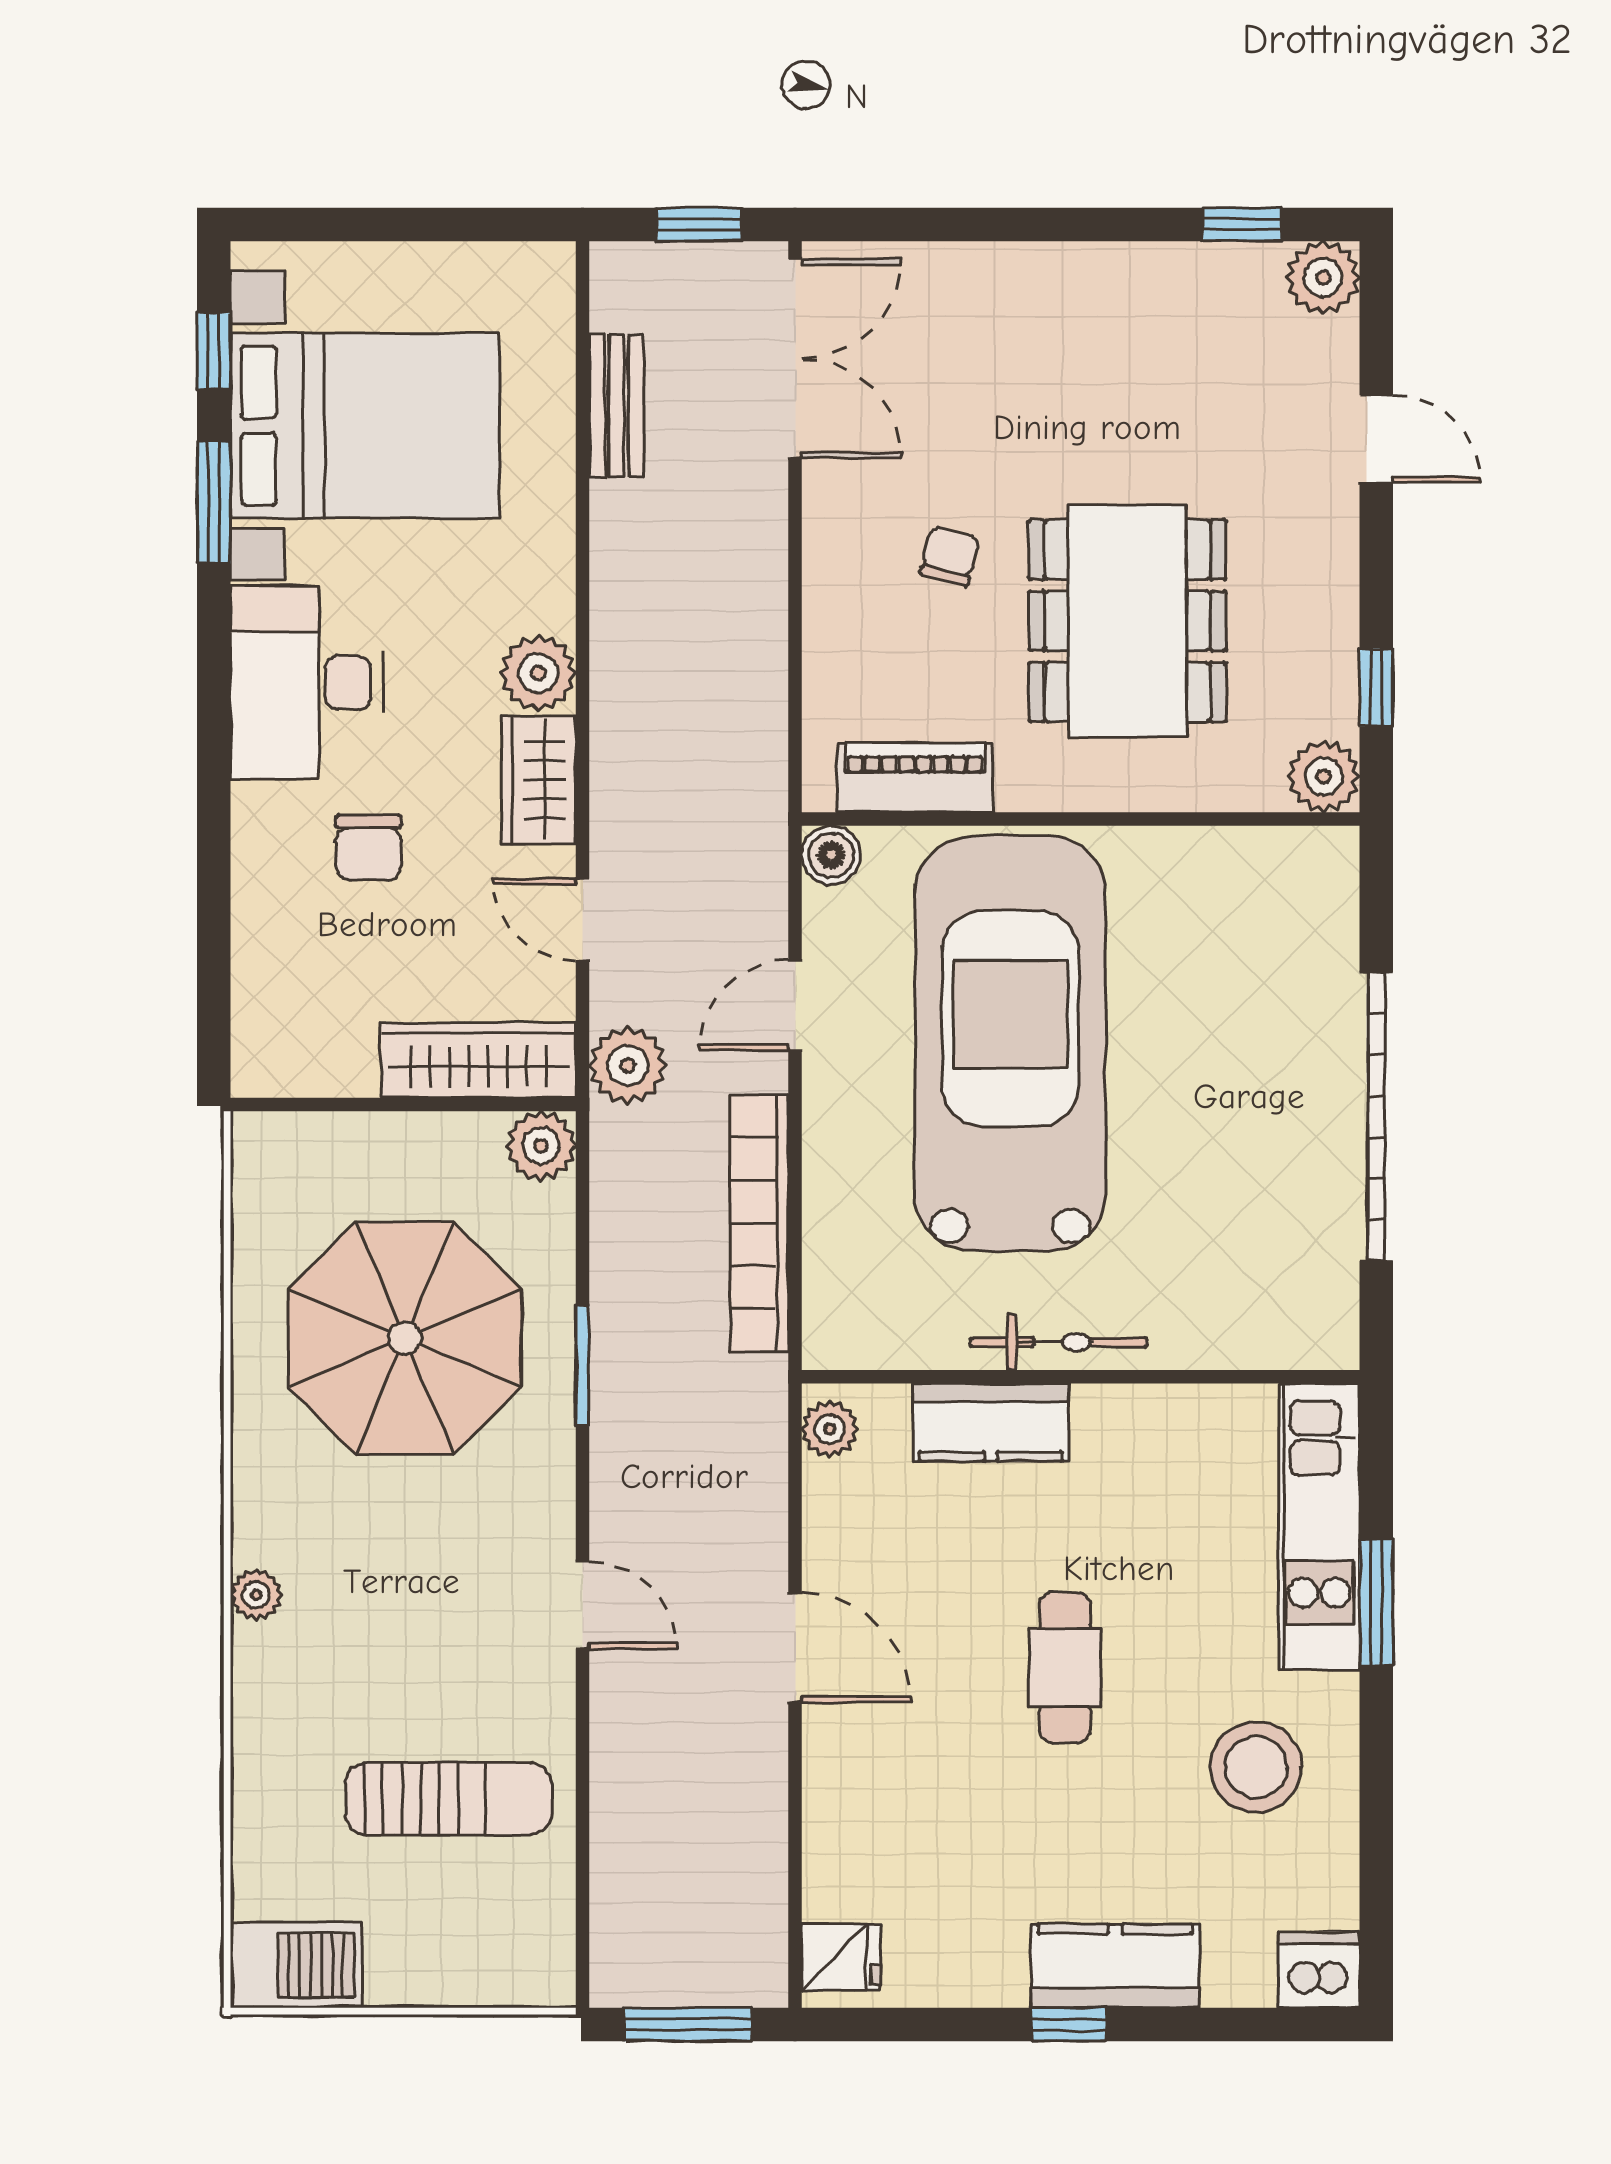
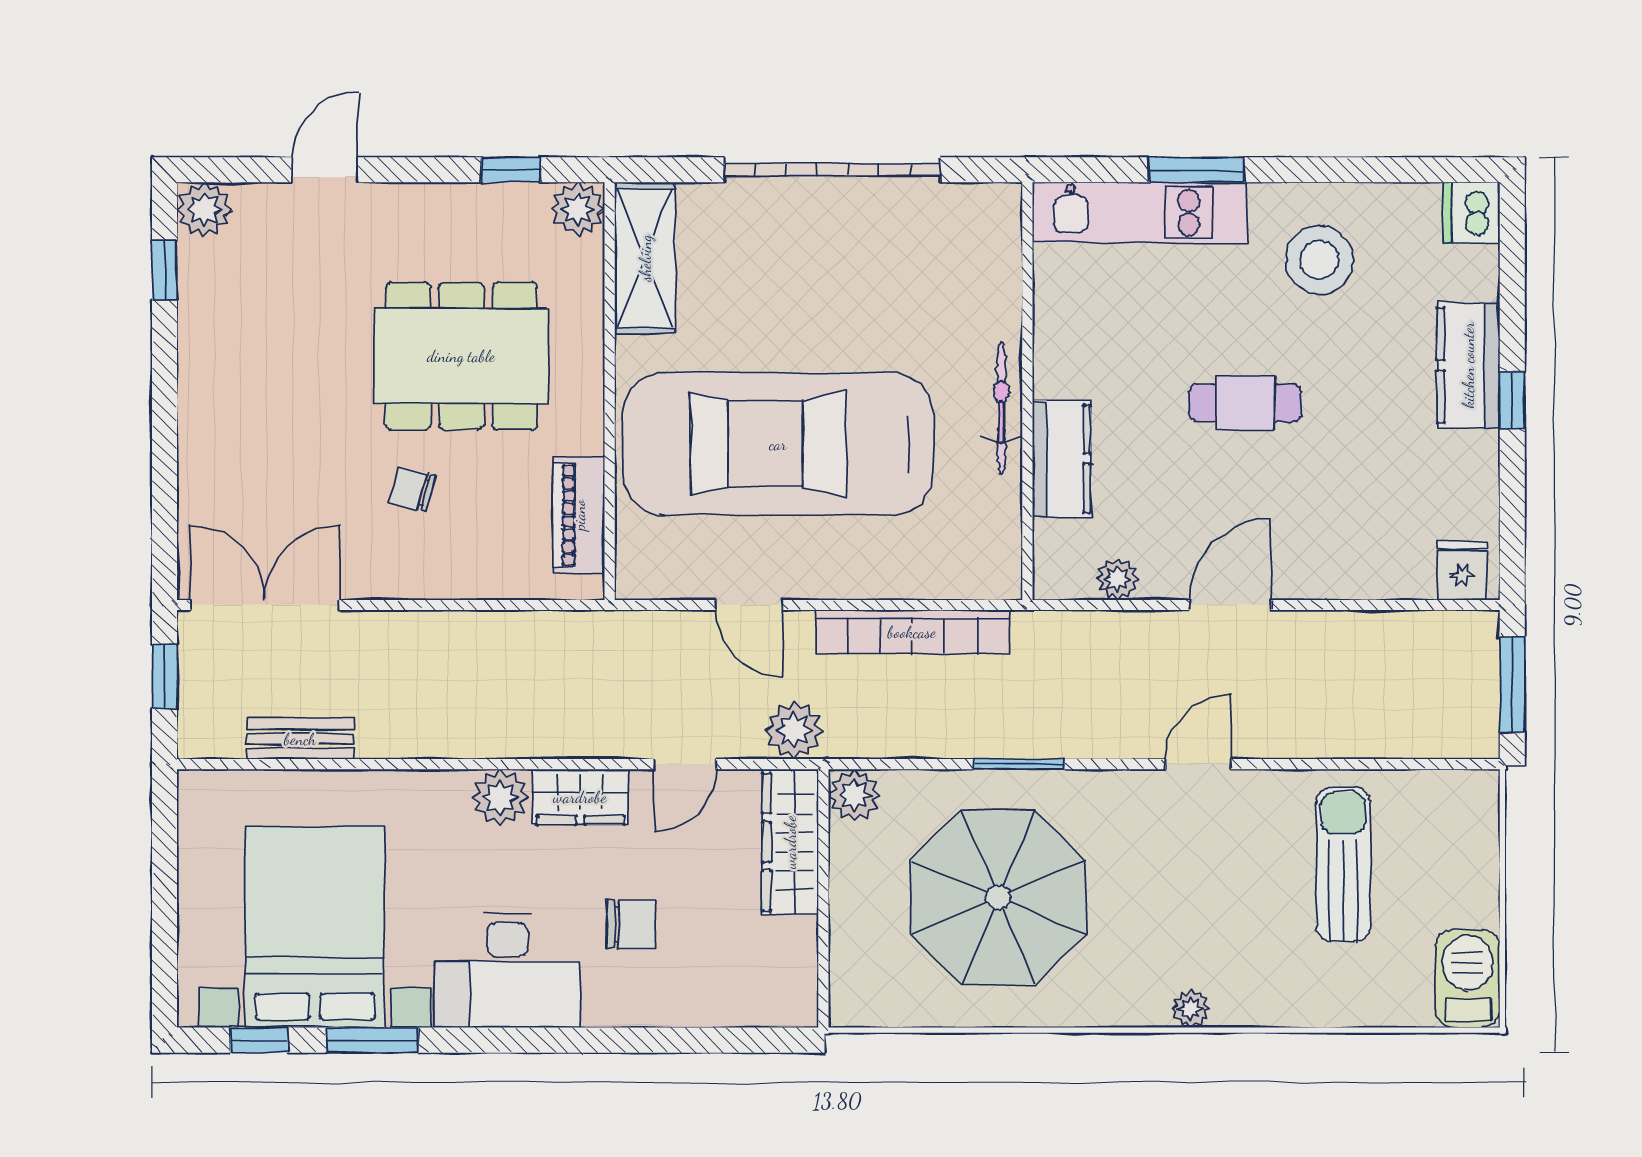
boiler: (831, 855) -> (637, 578), removed
shelving: (1259, 866) -> (645, 258), added
plant: (830, 1429) -> (1118, 579), moved

